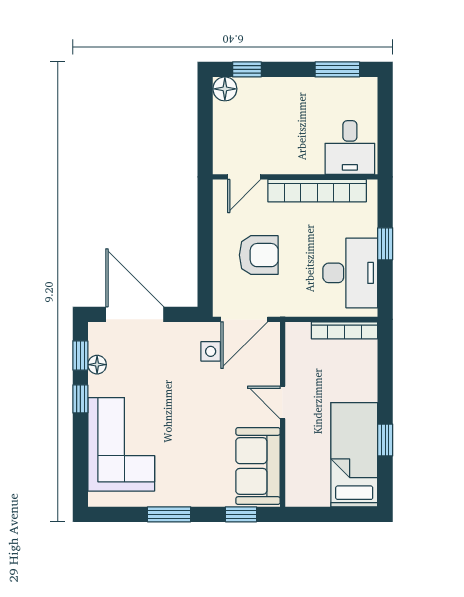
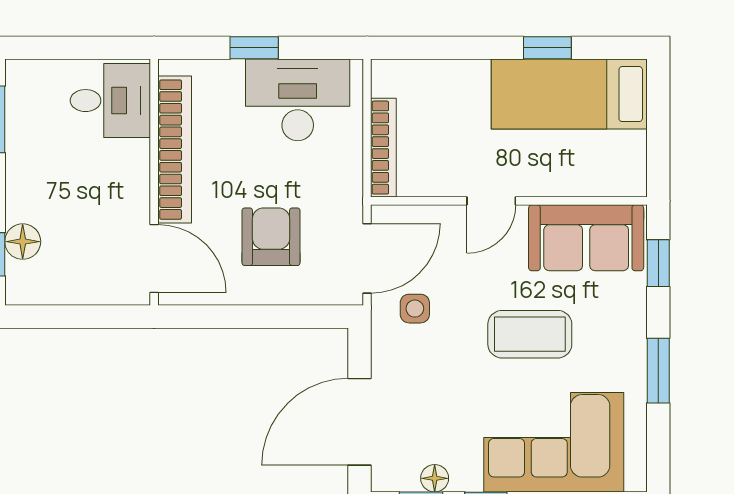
floor lamp: (225, 89) -> (23, 242), moved
door: (244, 177) -> (154, 259), width x1.38
door: (244, 319) -> (367, 258), hinge flipped
bookcase: (345, 330) -> (383, 148), moved
coffee table: (193, 428) -> (530, 334), added

